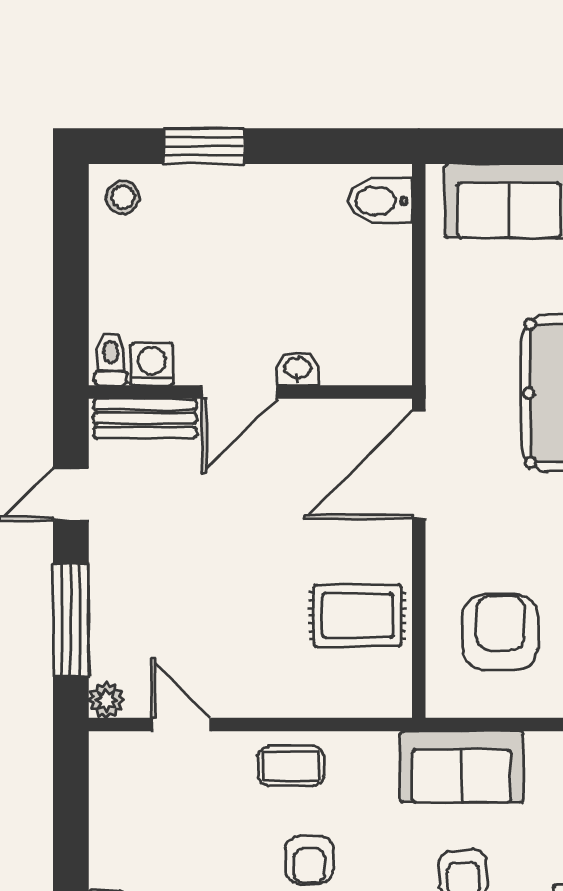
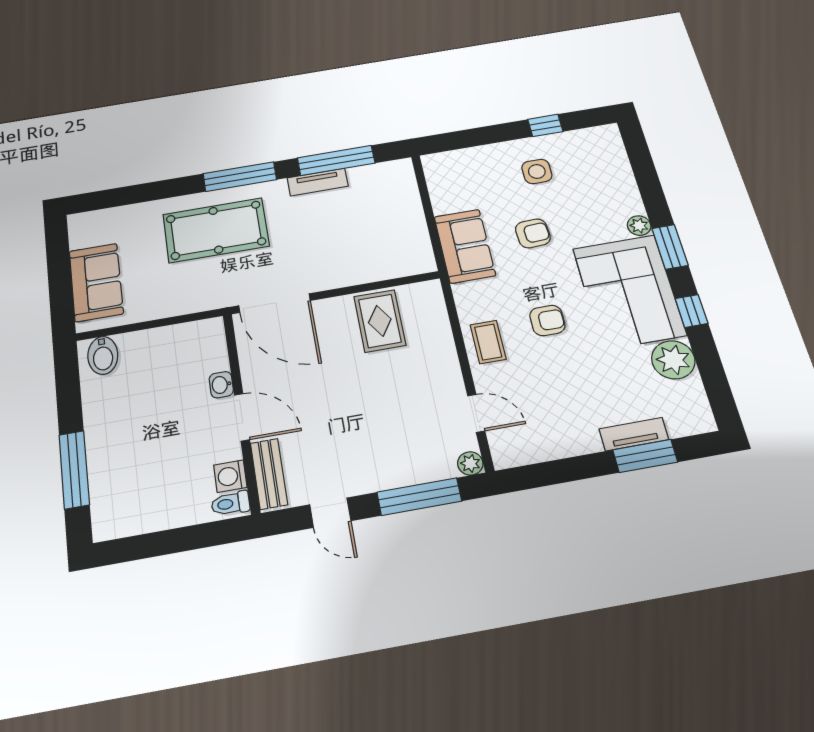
window: (204, 146) -> (74, 470), width x1.44
stool: (123, 197) -> (115, 516), removed
armchair: (500, 632) -> (374, 240), removed
door: (181, 724) -> (476, 413), swing flipped

